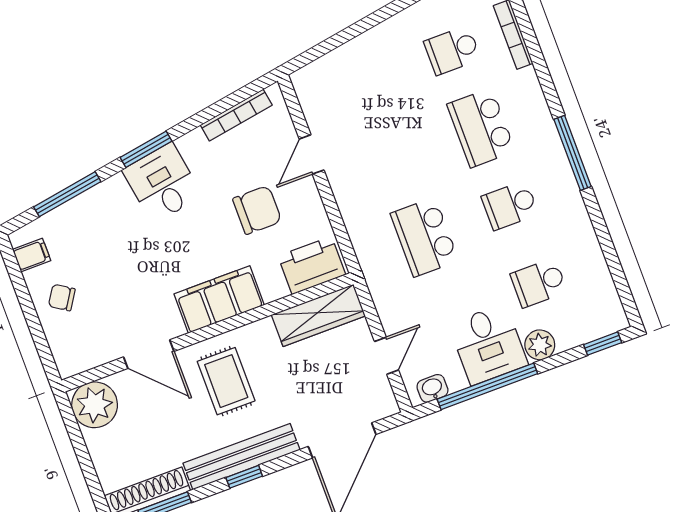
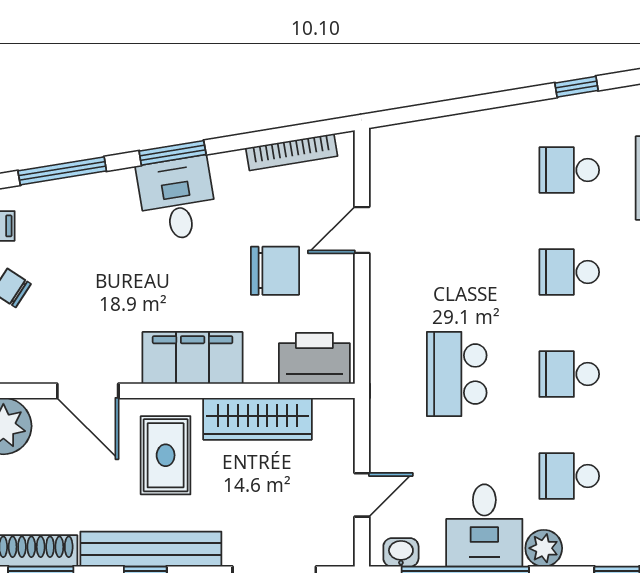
school desk: (481, 128) -> (569, 272), width x0.54
wardrobe: (318, 315) -> (258, 419), moved

